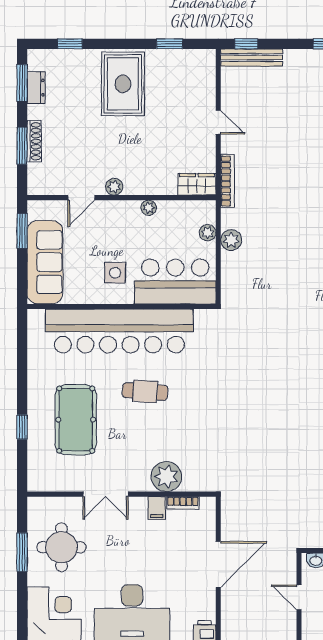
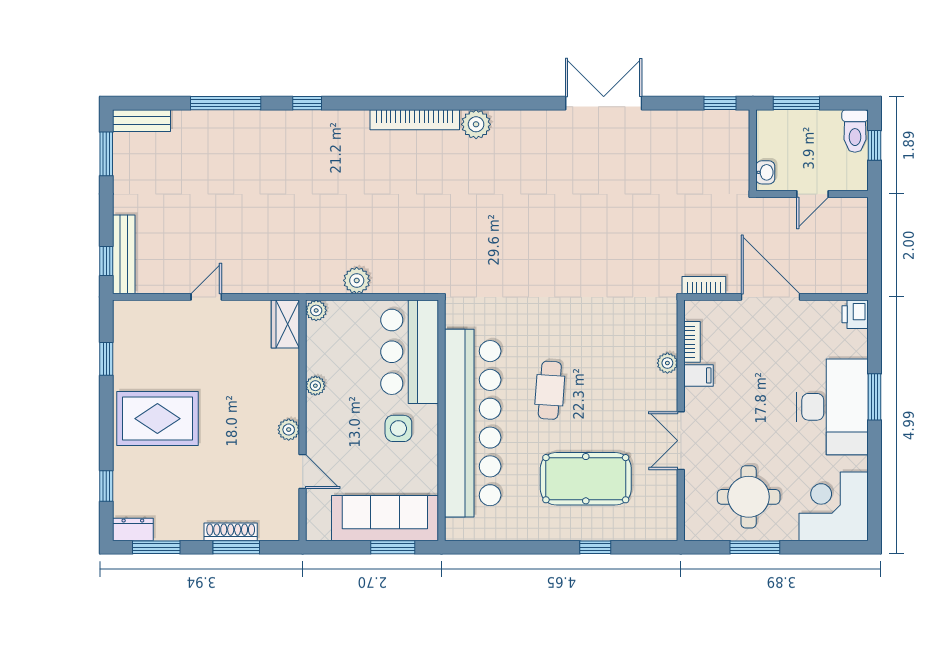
dresser: (36, 88) -> (133, 529), moved
bookcase: (227, 181) -> (704, 285), moved, width x0.64
window: (22, 231) -> (393, 547), moved
plant: (208, 233) -> (316, 310), moved
plant: (166, 477) -> (667, 363), width x0.53, depth x0.53
double door: (106, 494) -> (681, 441), swing flipped

